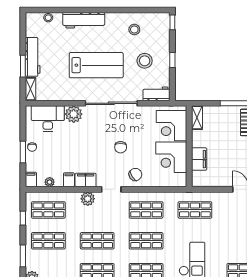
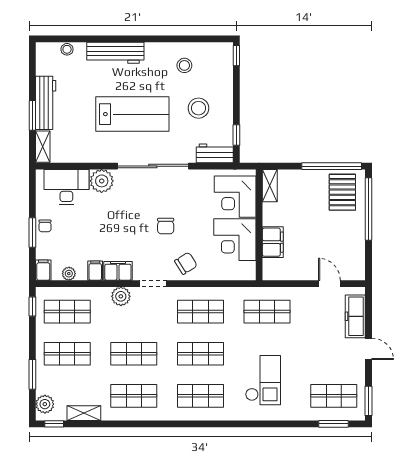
window: (172, 60) -> (236, 135), moved
window: (23, 218) -> (32, 307), moved

